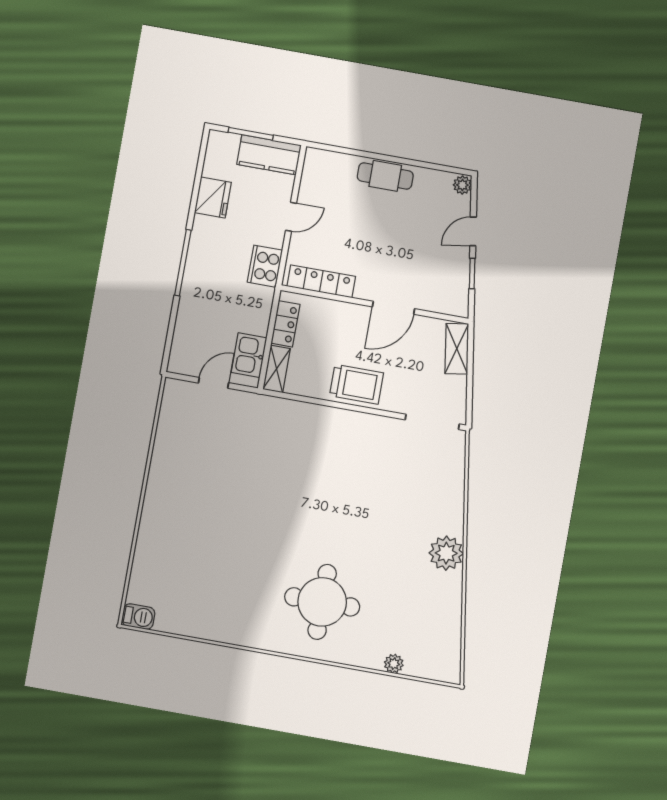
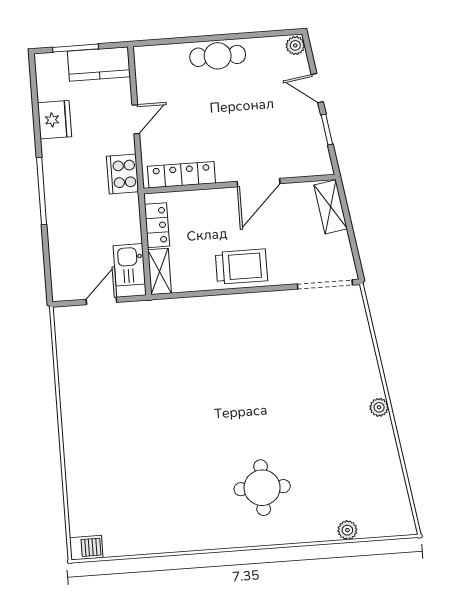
door: (473, 231) -> (317, 88), hinge flipped
plant: (446, 553) -> (379, 407), width x0.53, depth x0.53
round table: (322, 602) -> (262, 488), width x0.73, depth x0.73

